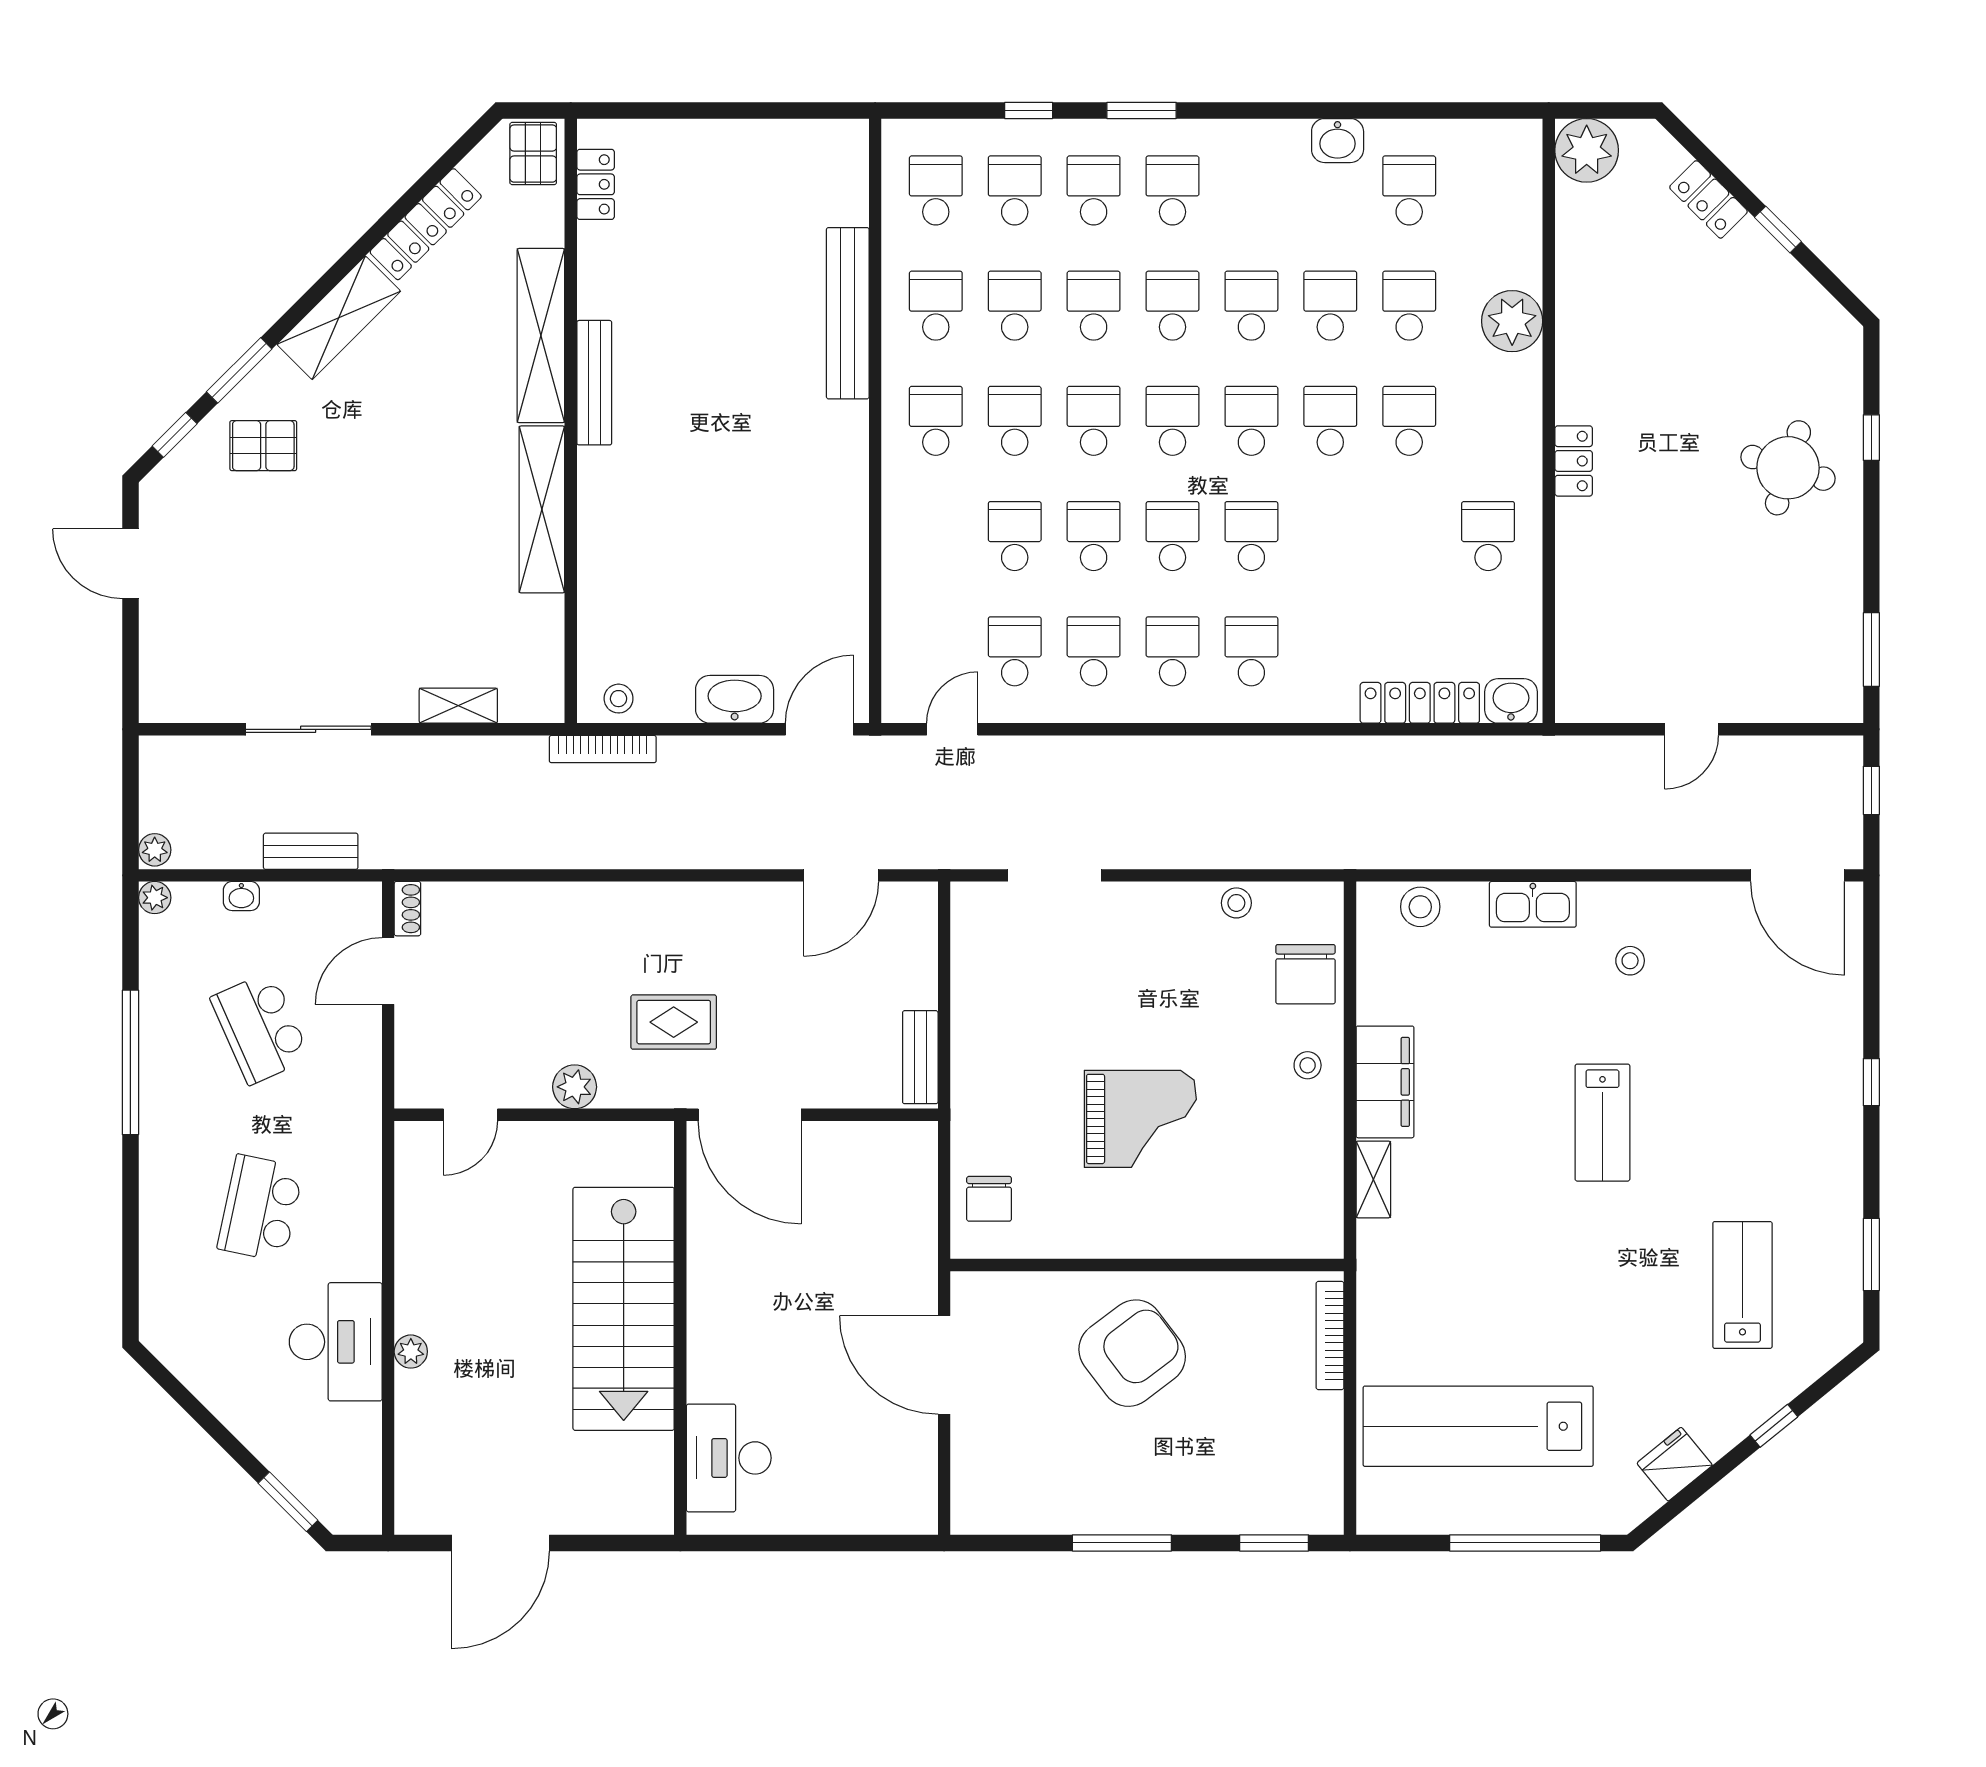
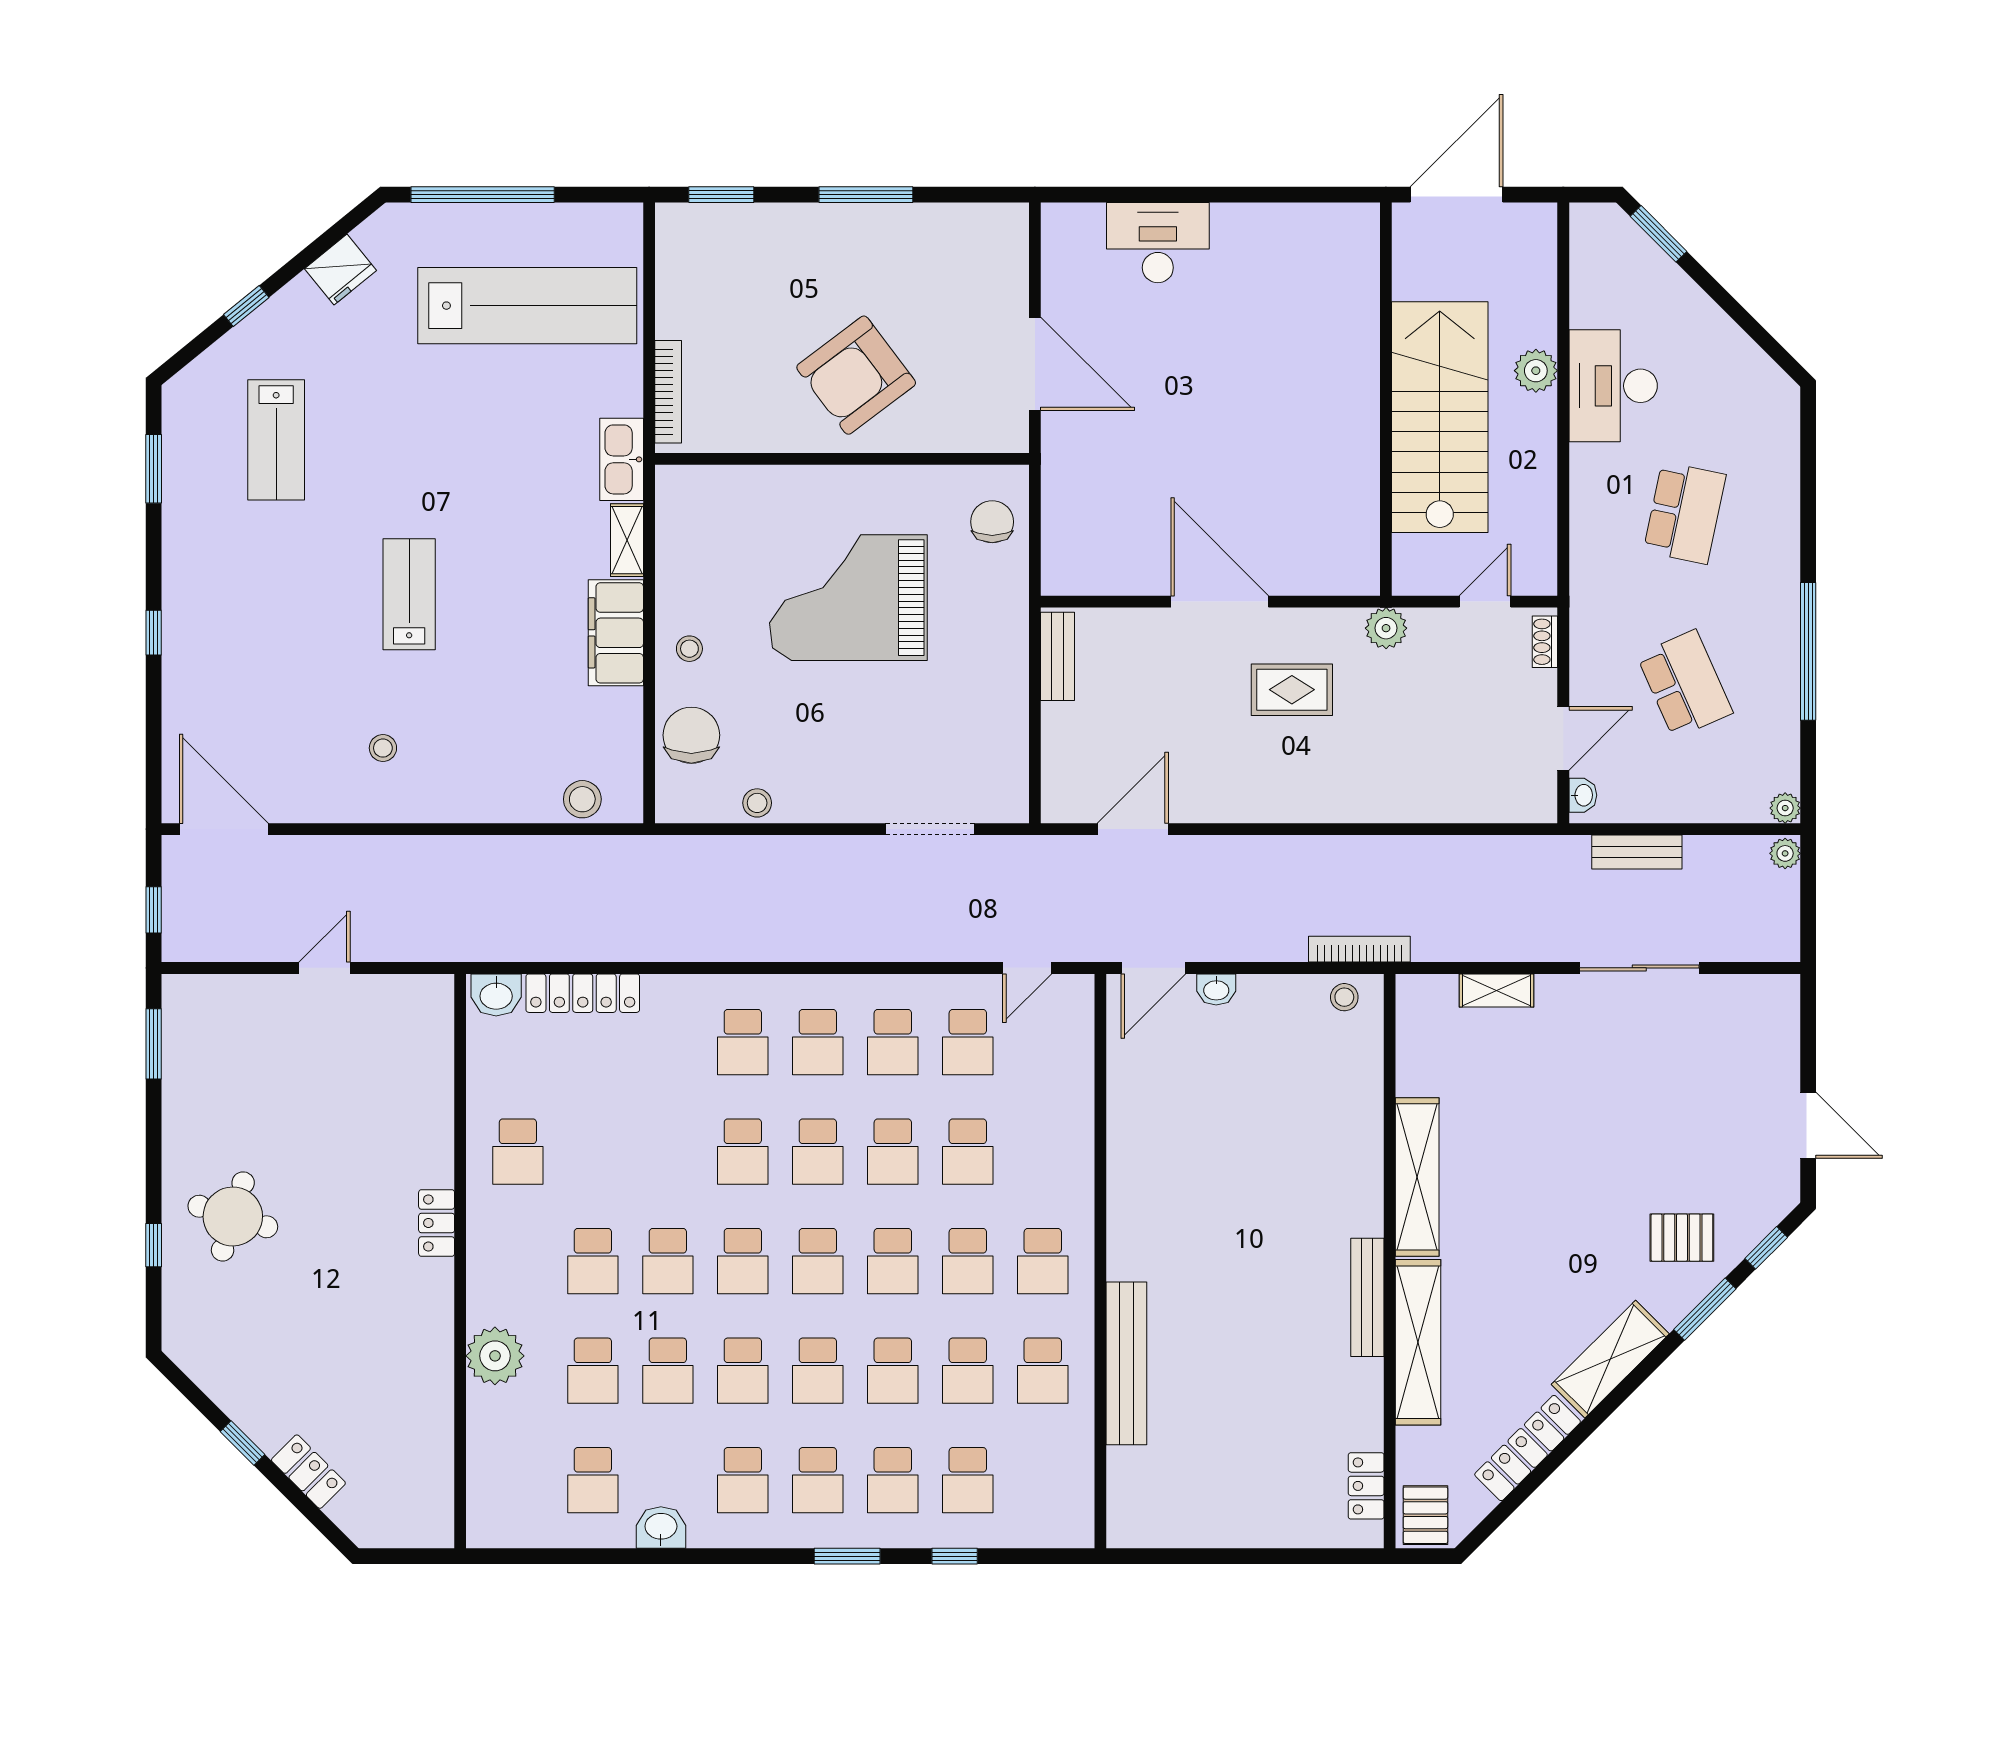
plant: (1587, 150) -> (424, 1518), removed
school desk: (936, 190) -> (743, 1480), moved
washbasin: (735, 699) -> (1216, 989), width x0.52, depth x0.69
washbasin: (241, 896) -> (1583, 795), moved, turned 90
kitchen sink: (1533, 904) -> (622, 459), moved, turned -90
shoe rack: (407, 909) -> (1545, 642), moved
grand piano: (1140, 1119) -> (848, 598), width x1.37, depth x1.48
stairs: (624, 1309) -> (1440, 417), moved
wall: (680, 1328) -> (1386, 399), moved
plant: (411, 1352) -> (1536, 371), width x1.38, depth x1.38
desk: (729, 1458) -> (1158, 243), moved, turned -90

